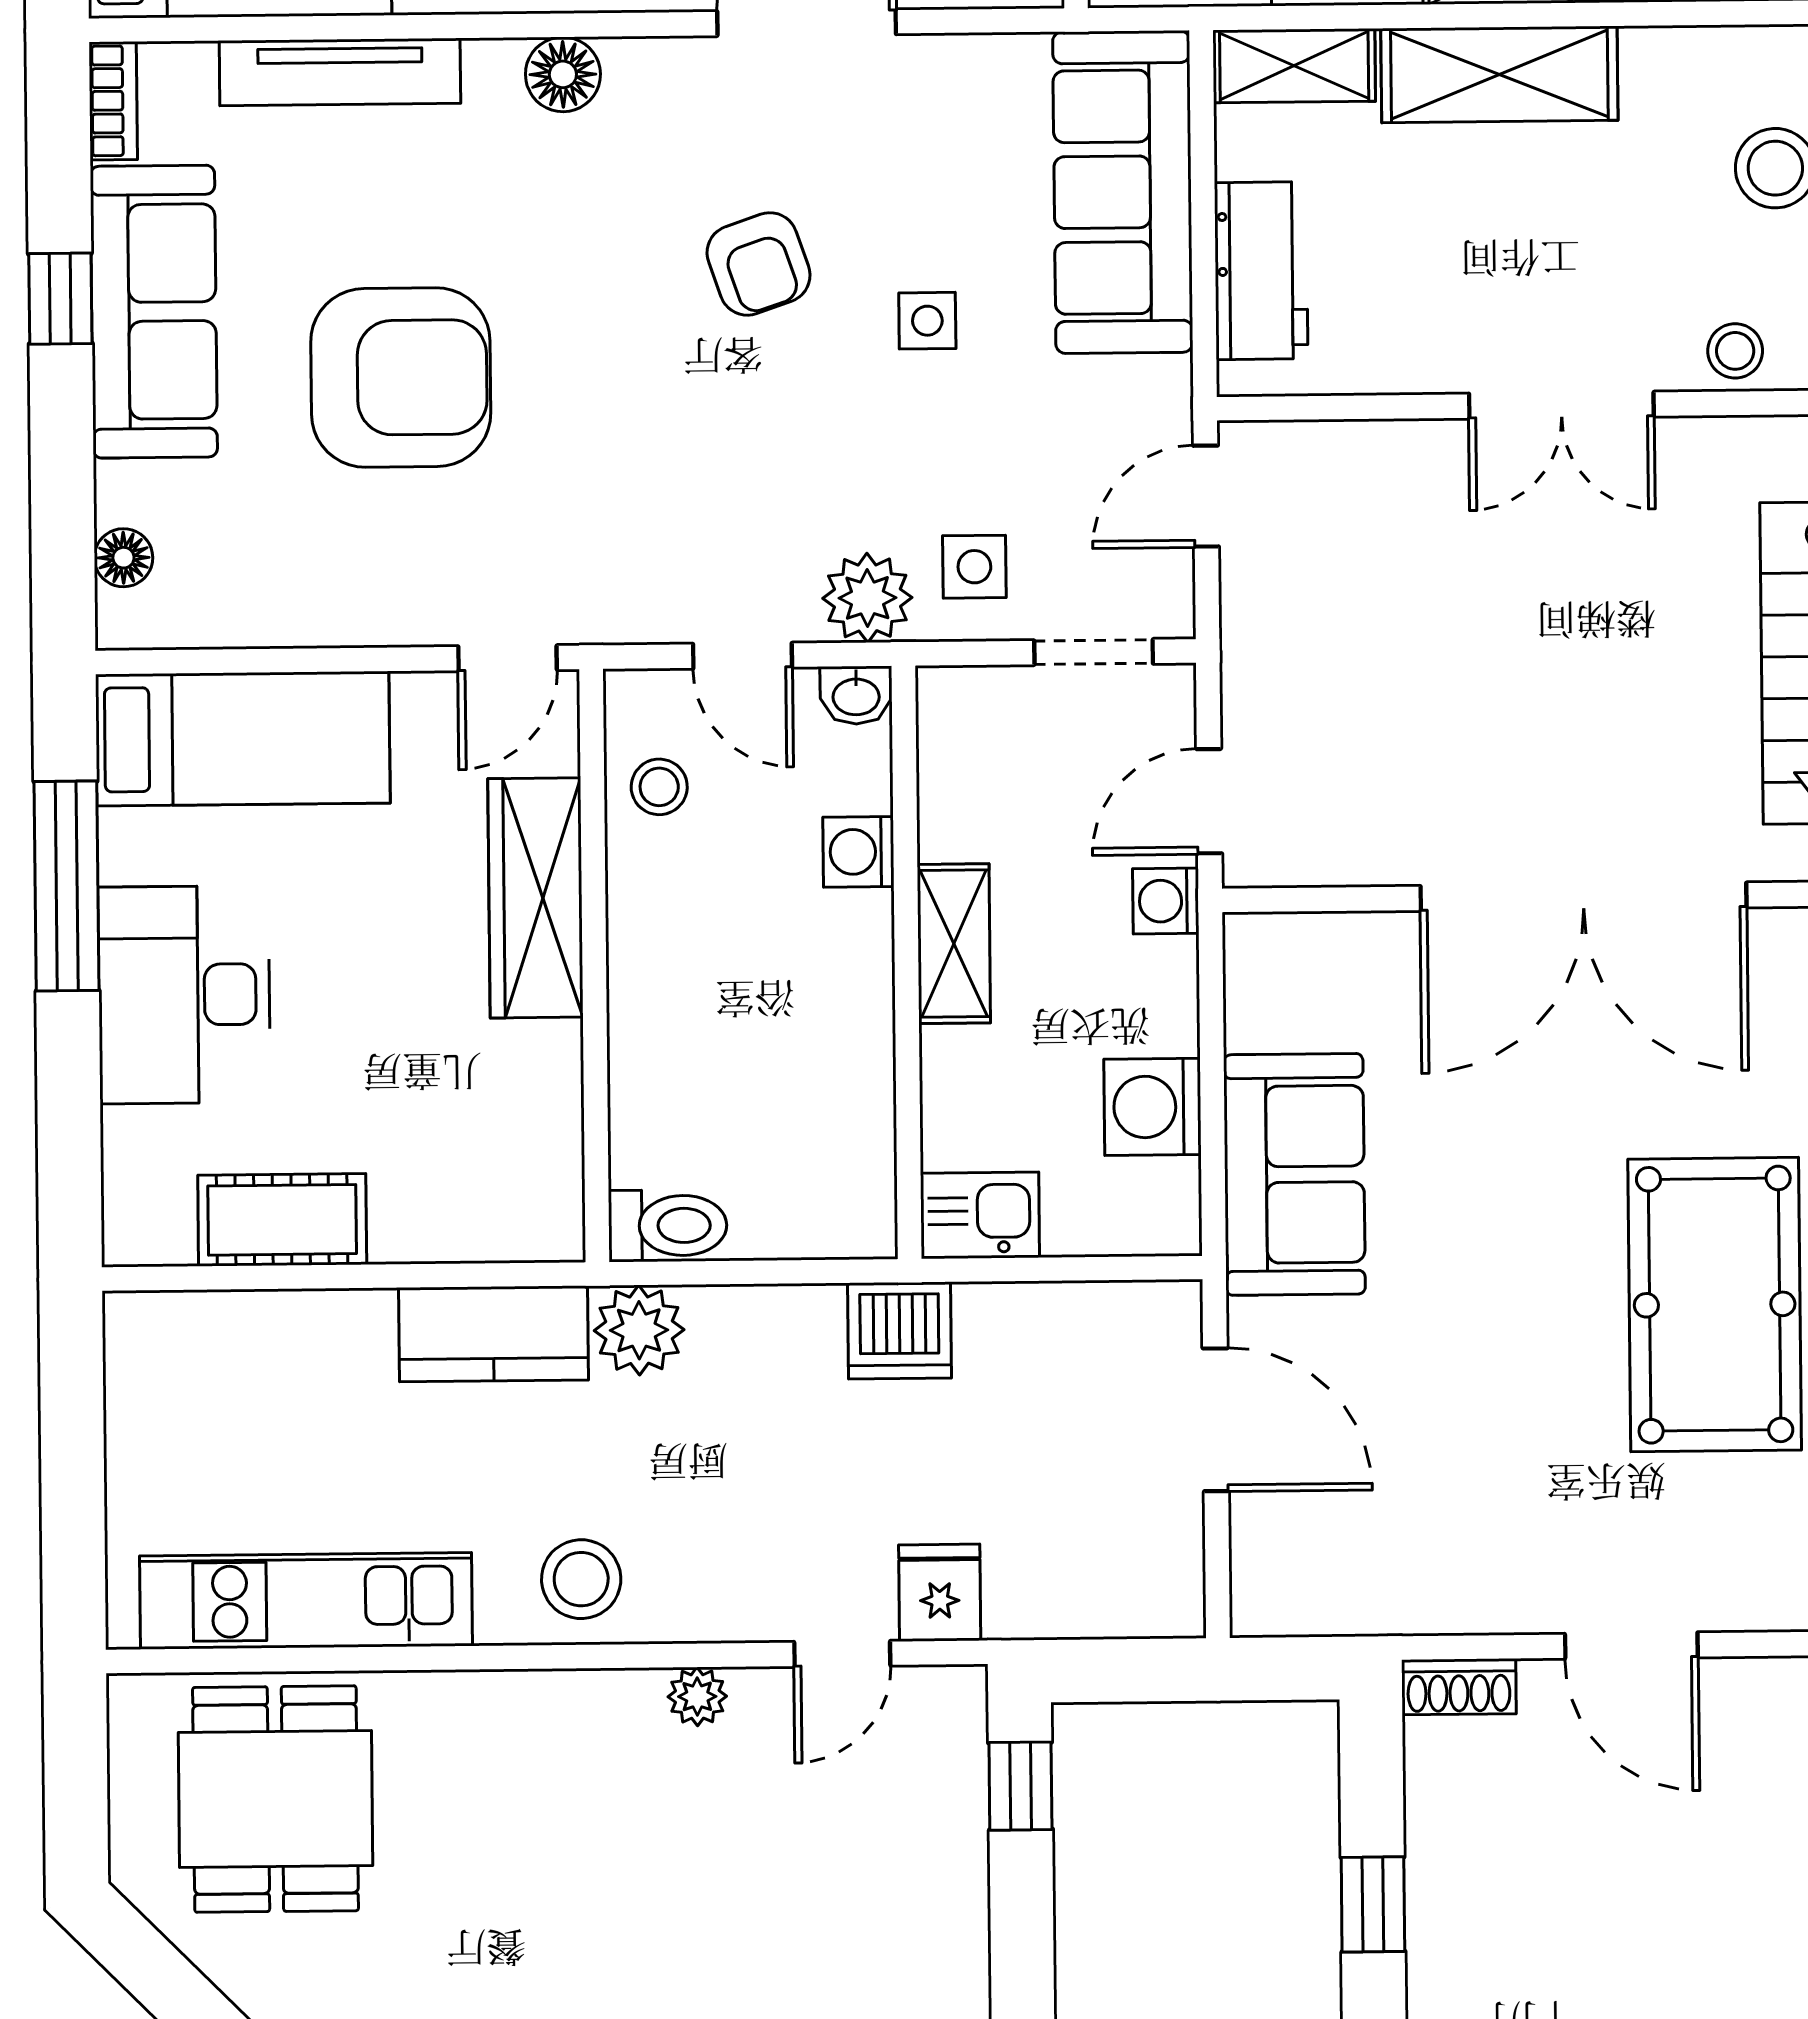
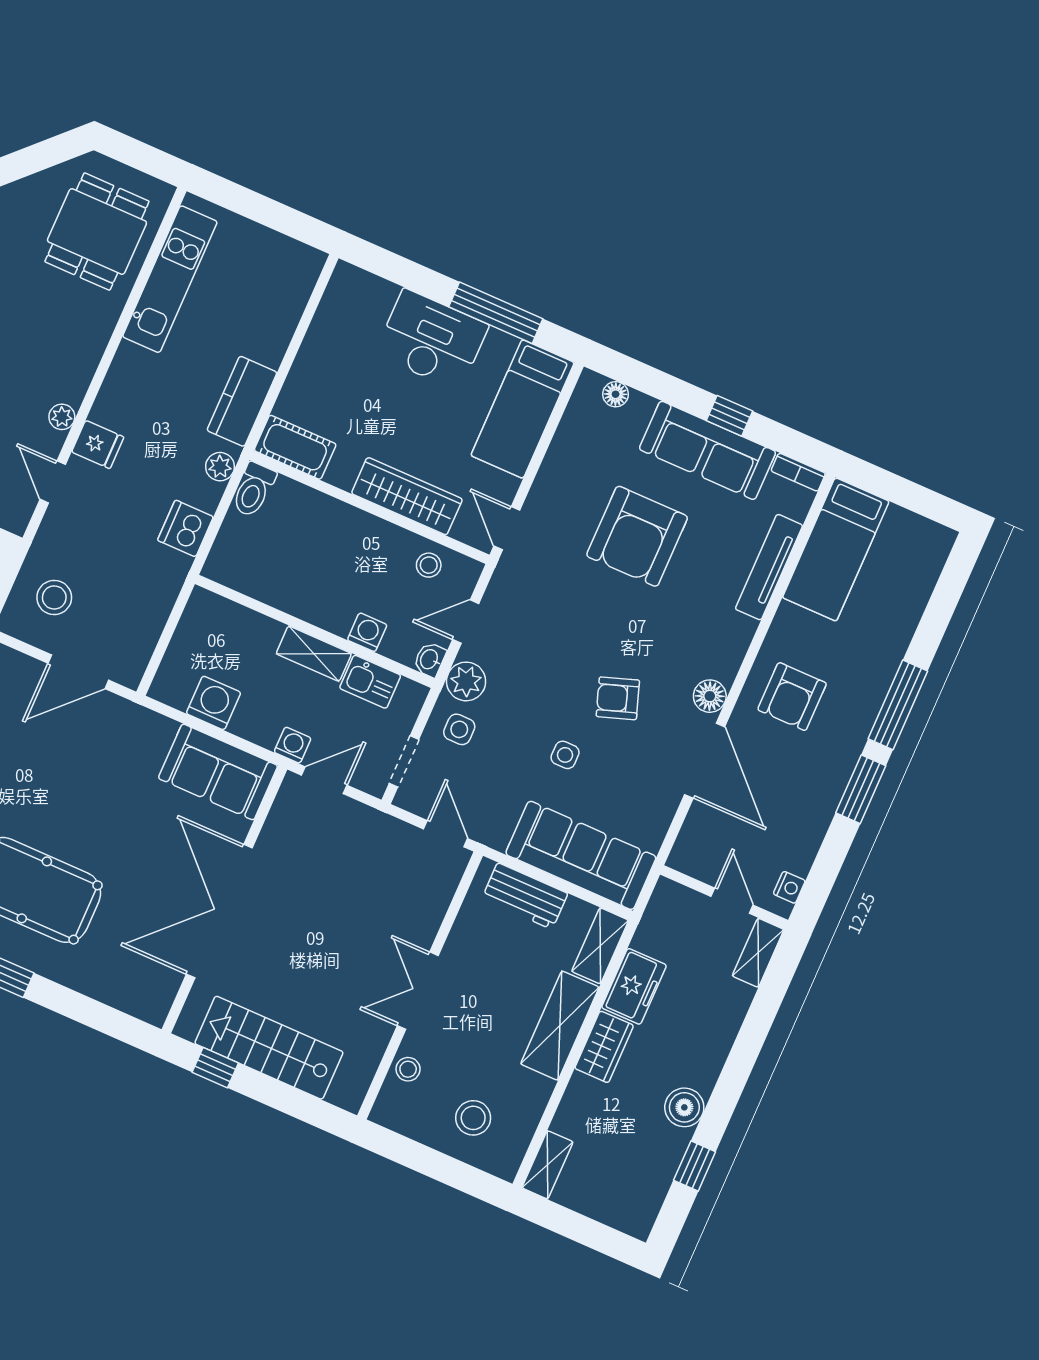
floor lamp: (563, 74) -> (710, 696), moved
door: (1209, 801) -> (324, 780), hinge flipped
sofa: (1294, 1174) -> (218, 772), moved
kitchen sink: (980, 1215) -> (370, 682), moved, turned 90
cot: (282, 1220) -> (295, 447), moved, turned 90
plant: (639, 1330) -> (220, 467), width x0.73, depth x0.73
dishwasher: (899, 1330) -> (185, 528), moved
stool: (581, 1579) -> (54, 597), moved
fridge: (940, 1593) -> (98, 444), moved
dining table: (275, 1799) -> (97, 232), turned 90

